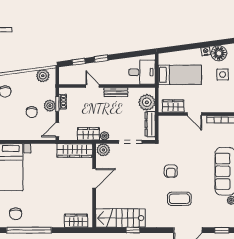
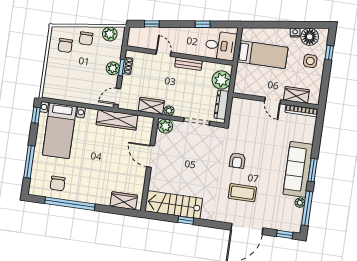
window: (101, 59) -> (203, 24), moved
wardrobe: (173, 106) -> (296, 95), moved
chair: (32, 112) -> (86, 39), moved
wardrobe: (75, 150) -> (117, 120), moved
door: (94, 178) -> (151, 156), swing flipped

